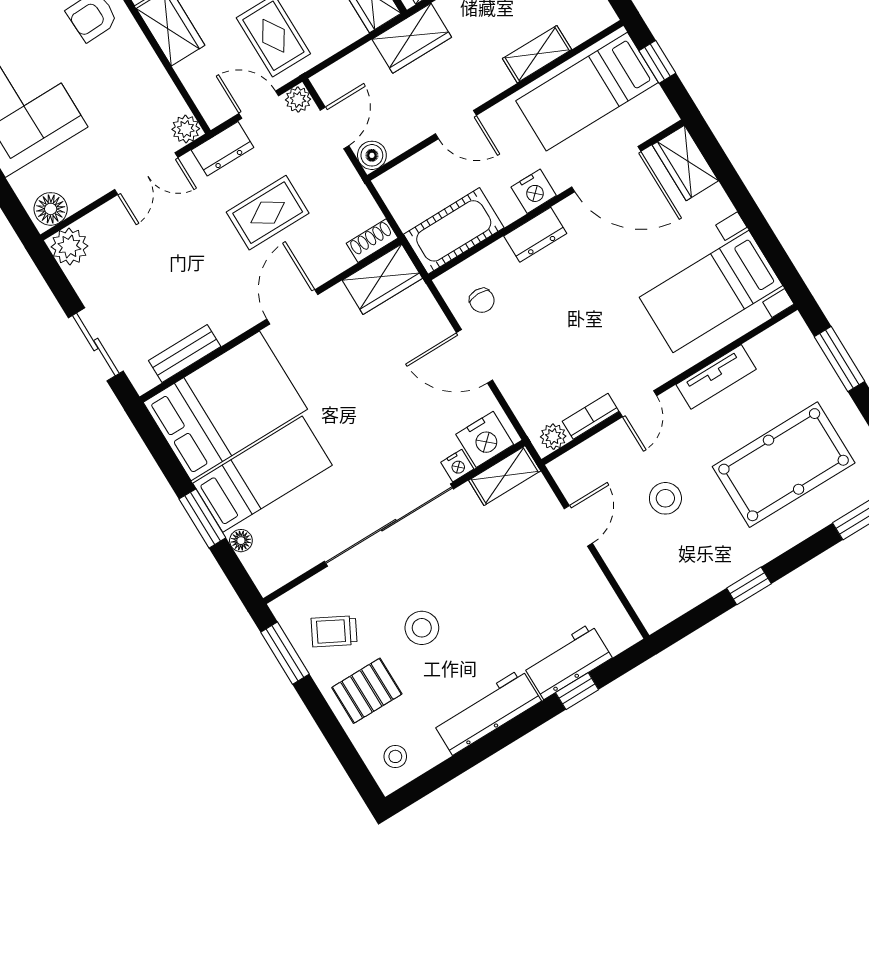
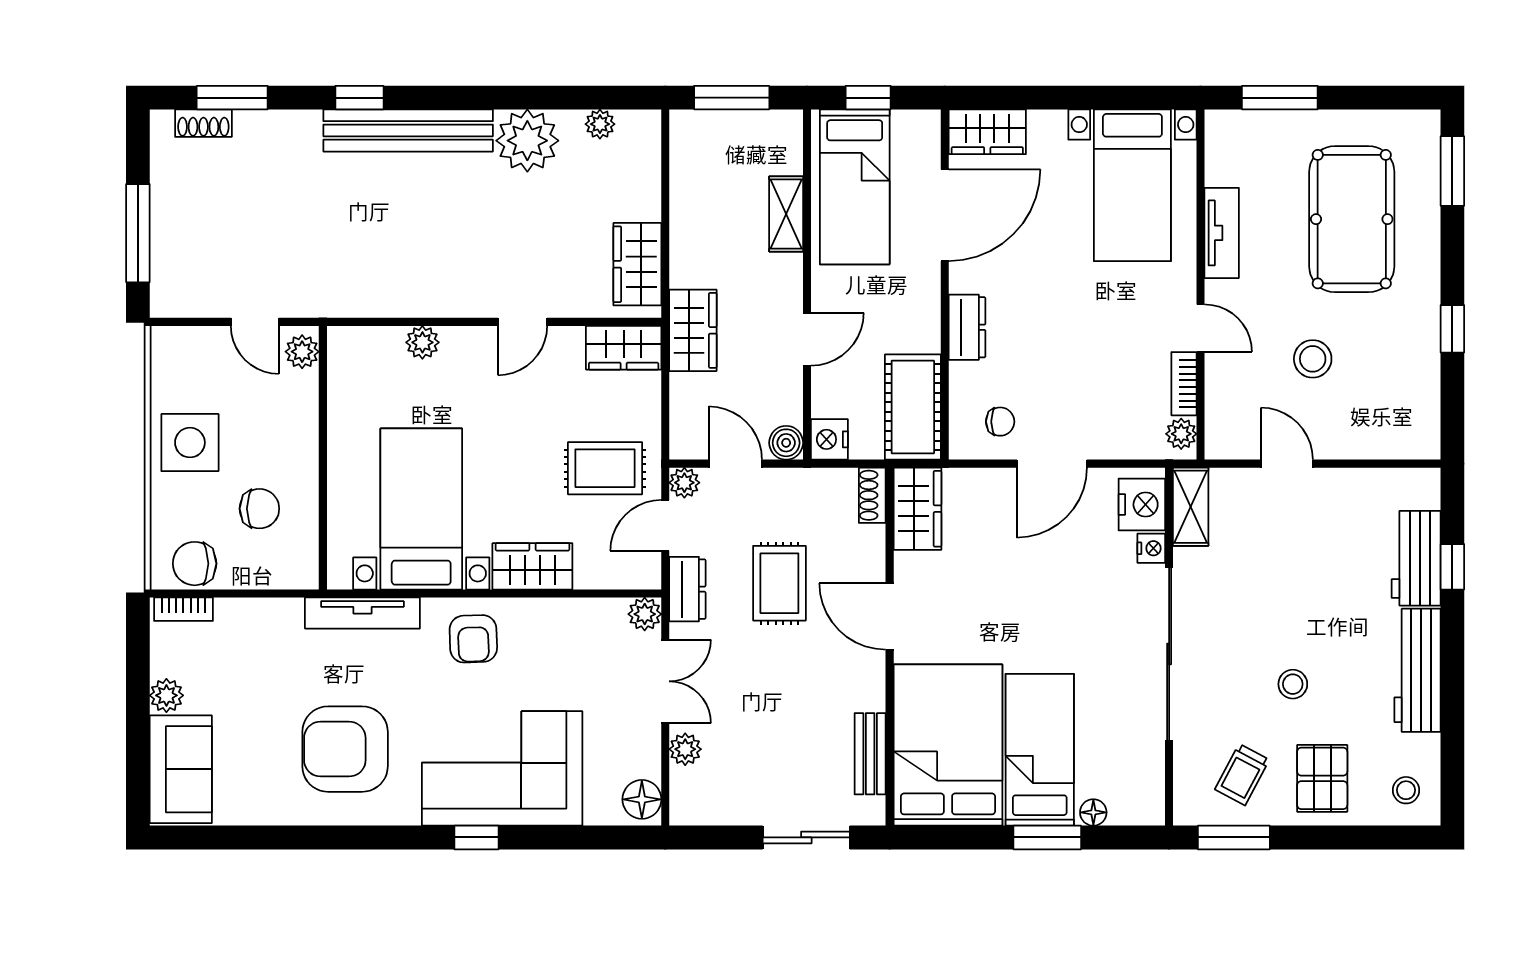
nightstand: (534, 191) -> (829, 439), moved, turned 180
plant: (69, 246) -> (685, 749), moved, width x0.73, depth x0.73
stool: (422, 628) -> (1293, 684), width x0.73, depth x0.73

